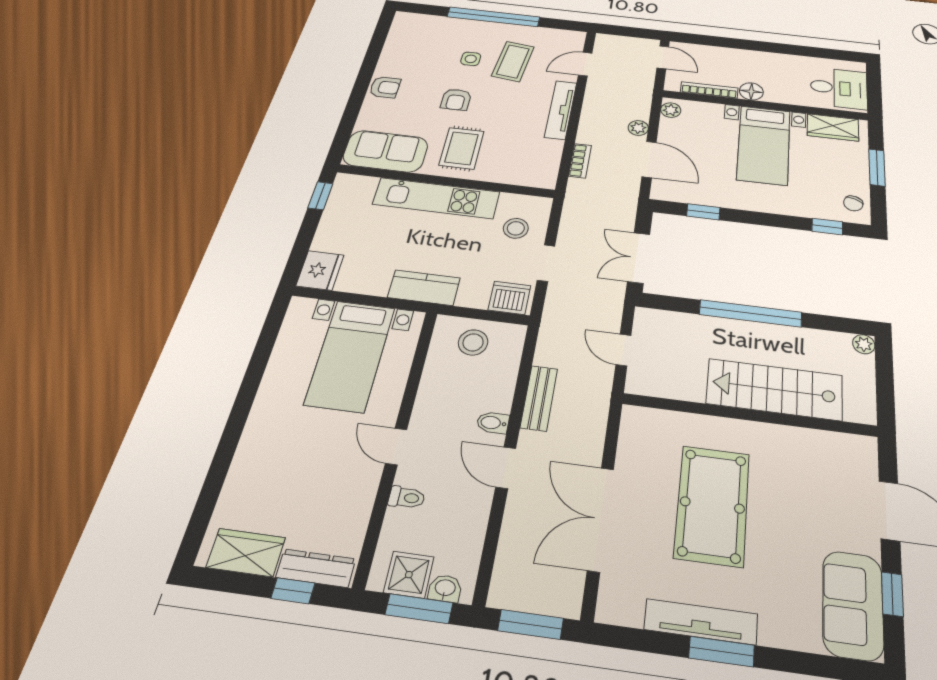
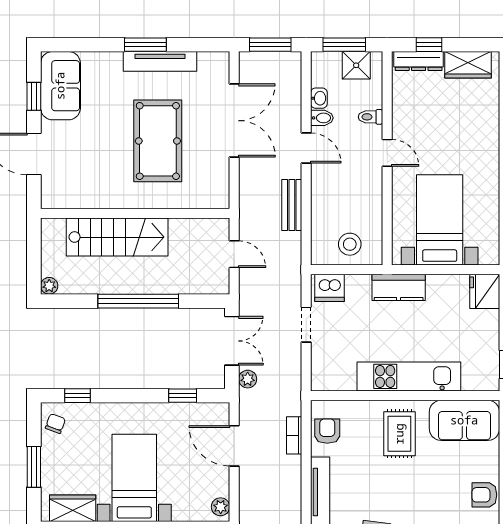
armchair: (456, 100) -> (327, 431), moved
plant: (638, 128) -> (248, 379), moved
stool: (516, 228) -> (337, 355), removed
bidet: (493, 423) -> (322, 118), moved
washbasin: (445, 588) -> (319, 98), moved, turned -90

